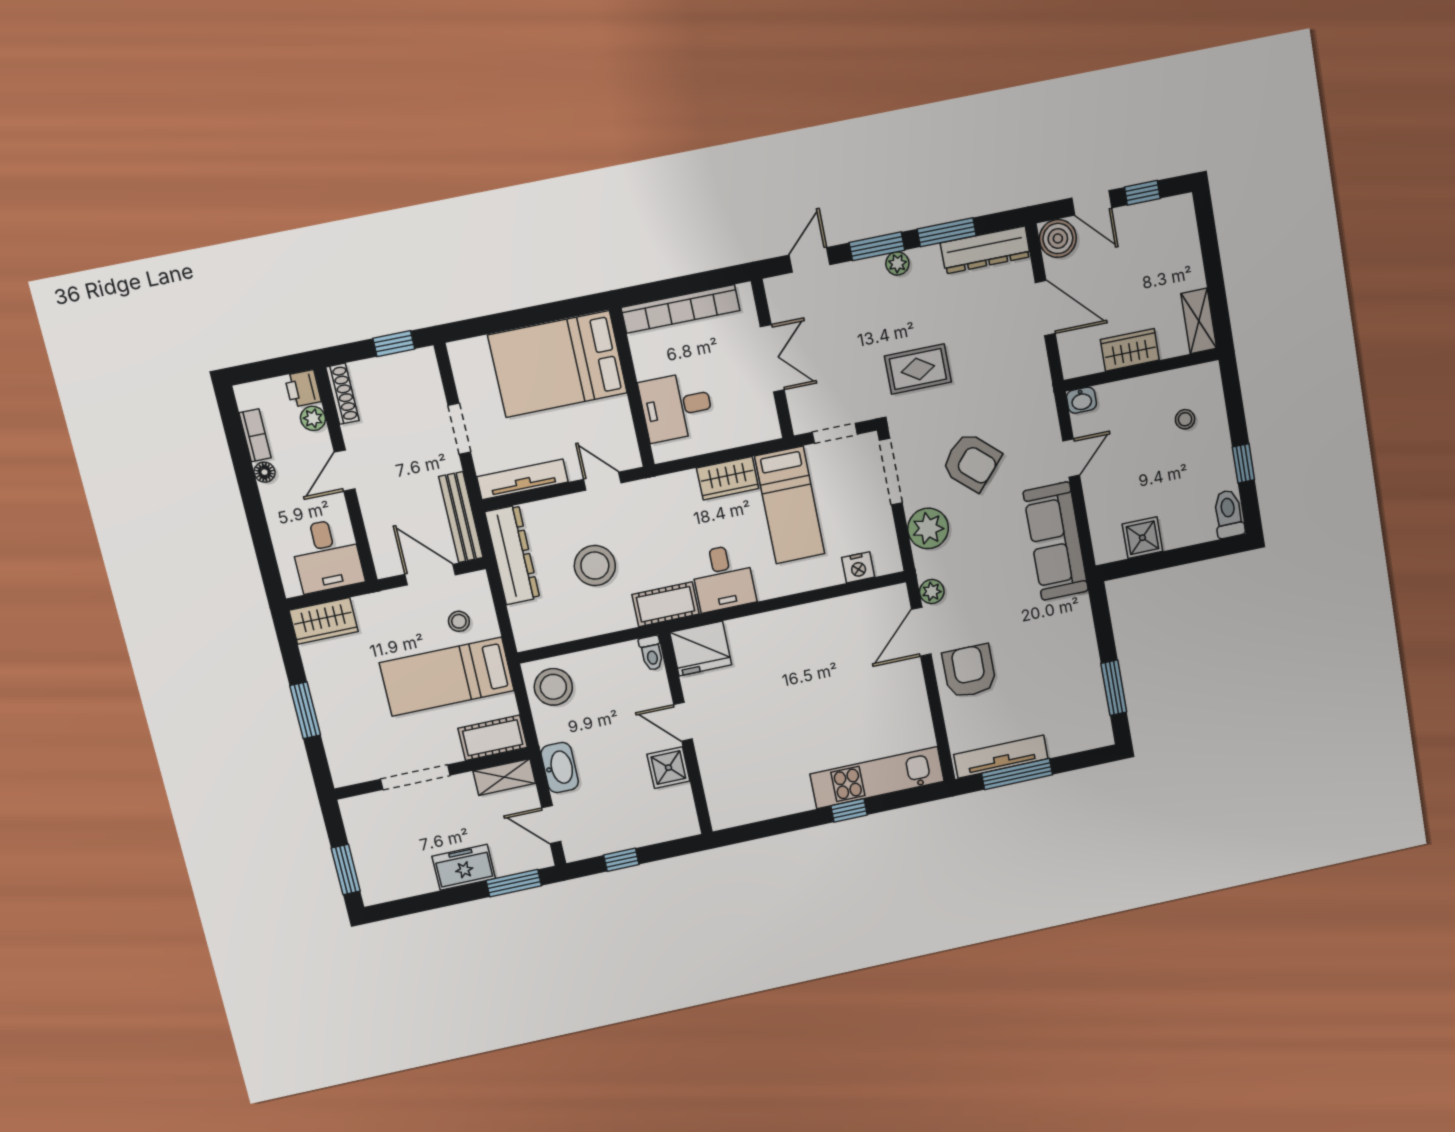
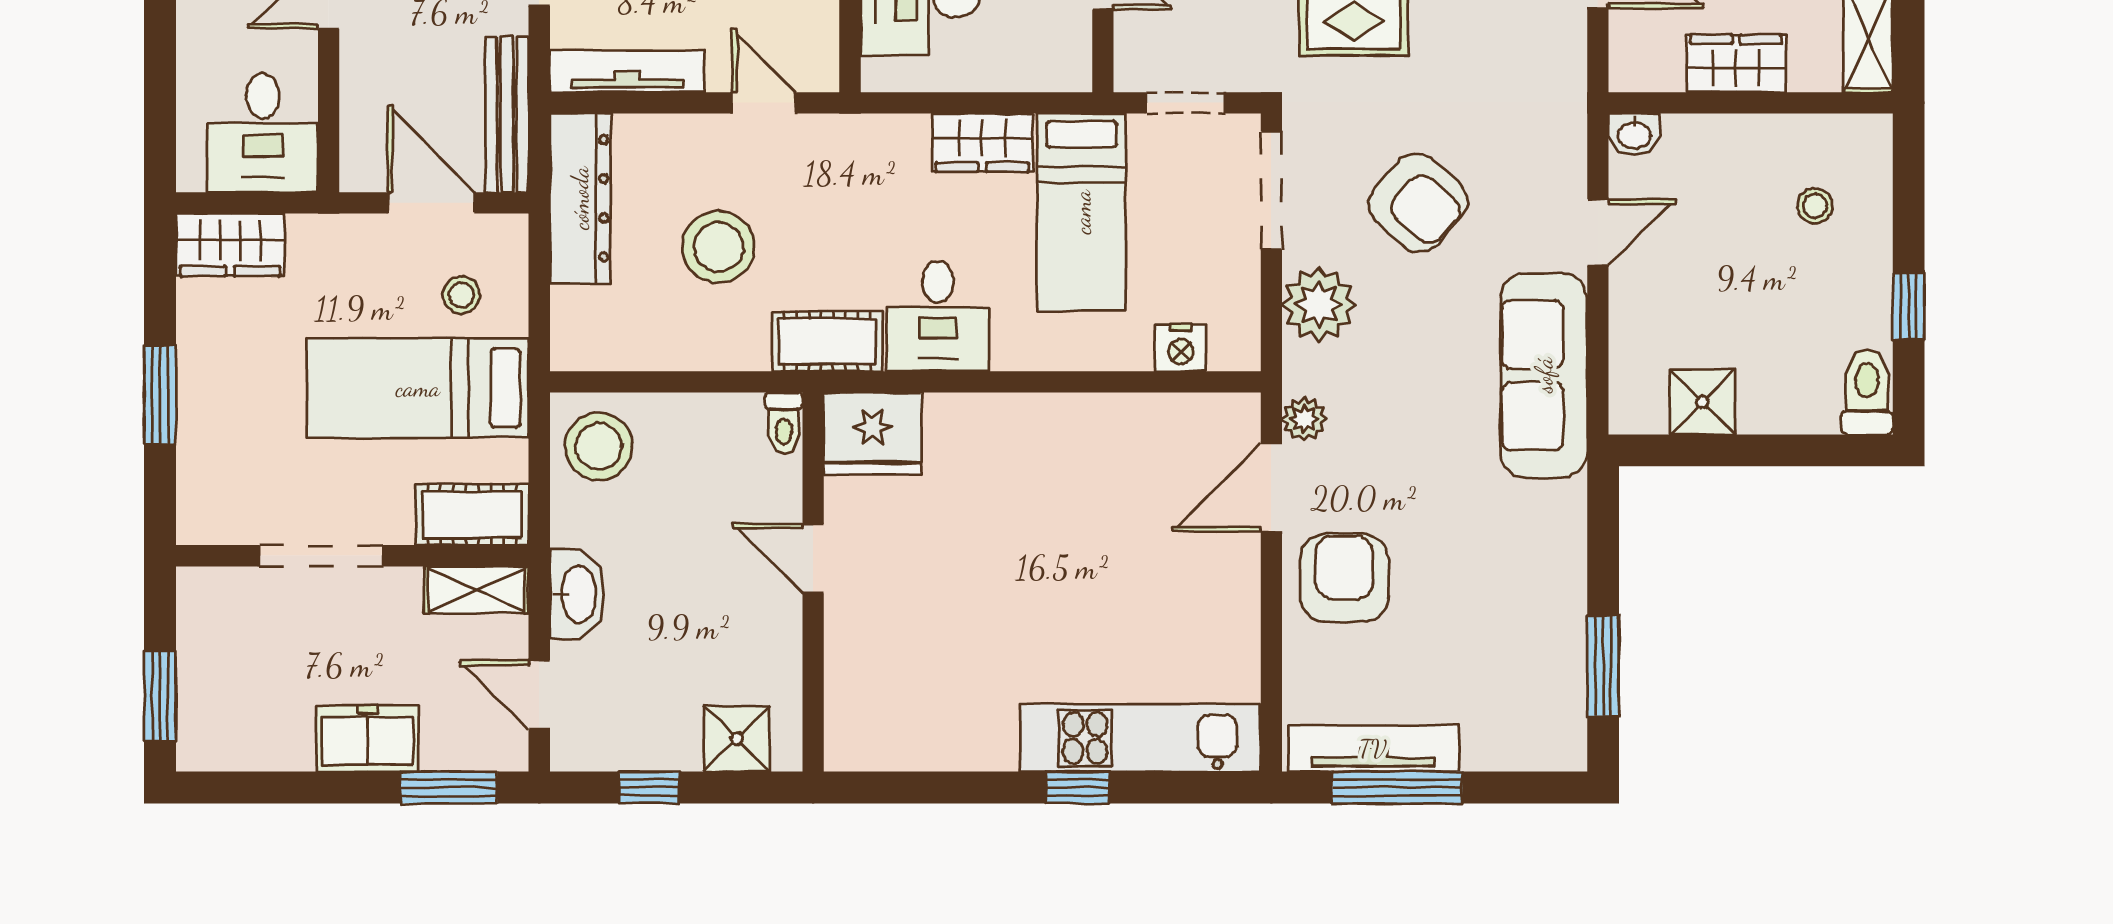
shower: (668, 768) -> (737, 739), moved

